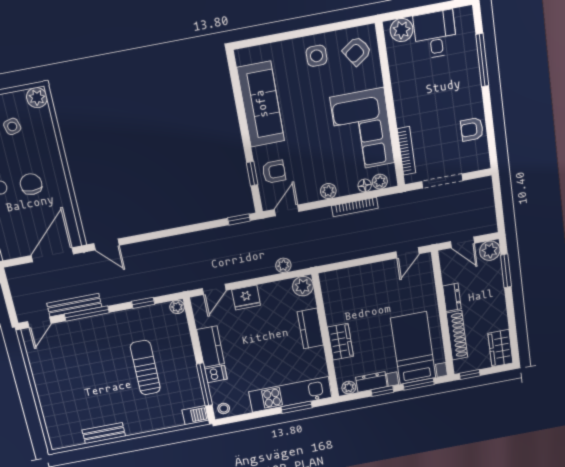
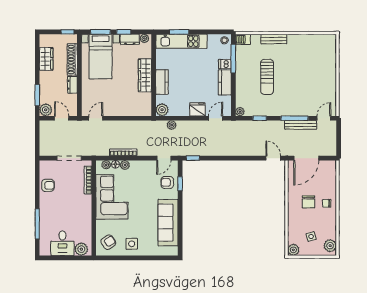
plant: (328, 191) -> (125, 165), moved
wardrobe: (340, 342) -> (145, 75), width x1.50
wardrobe: (500, 348) -> (46, 59), moved
bench: (104, 433) -> (274, 39), moved

